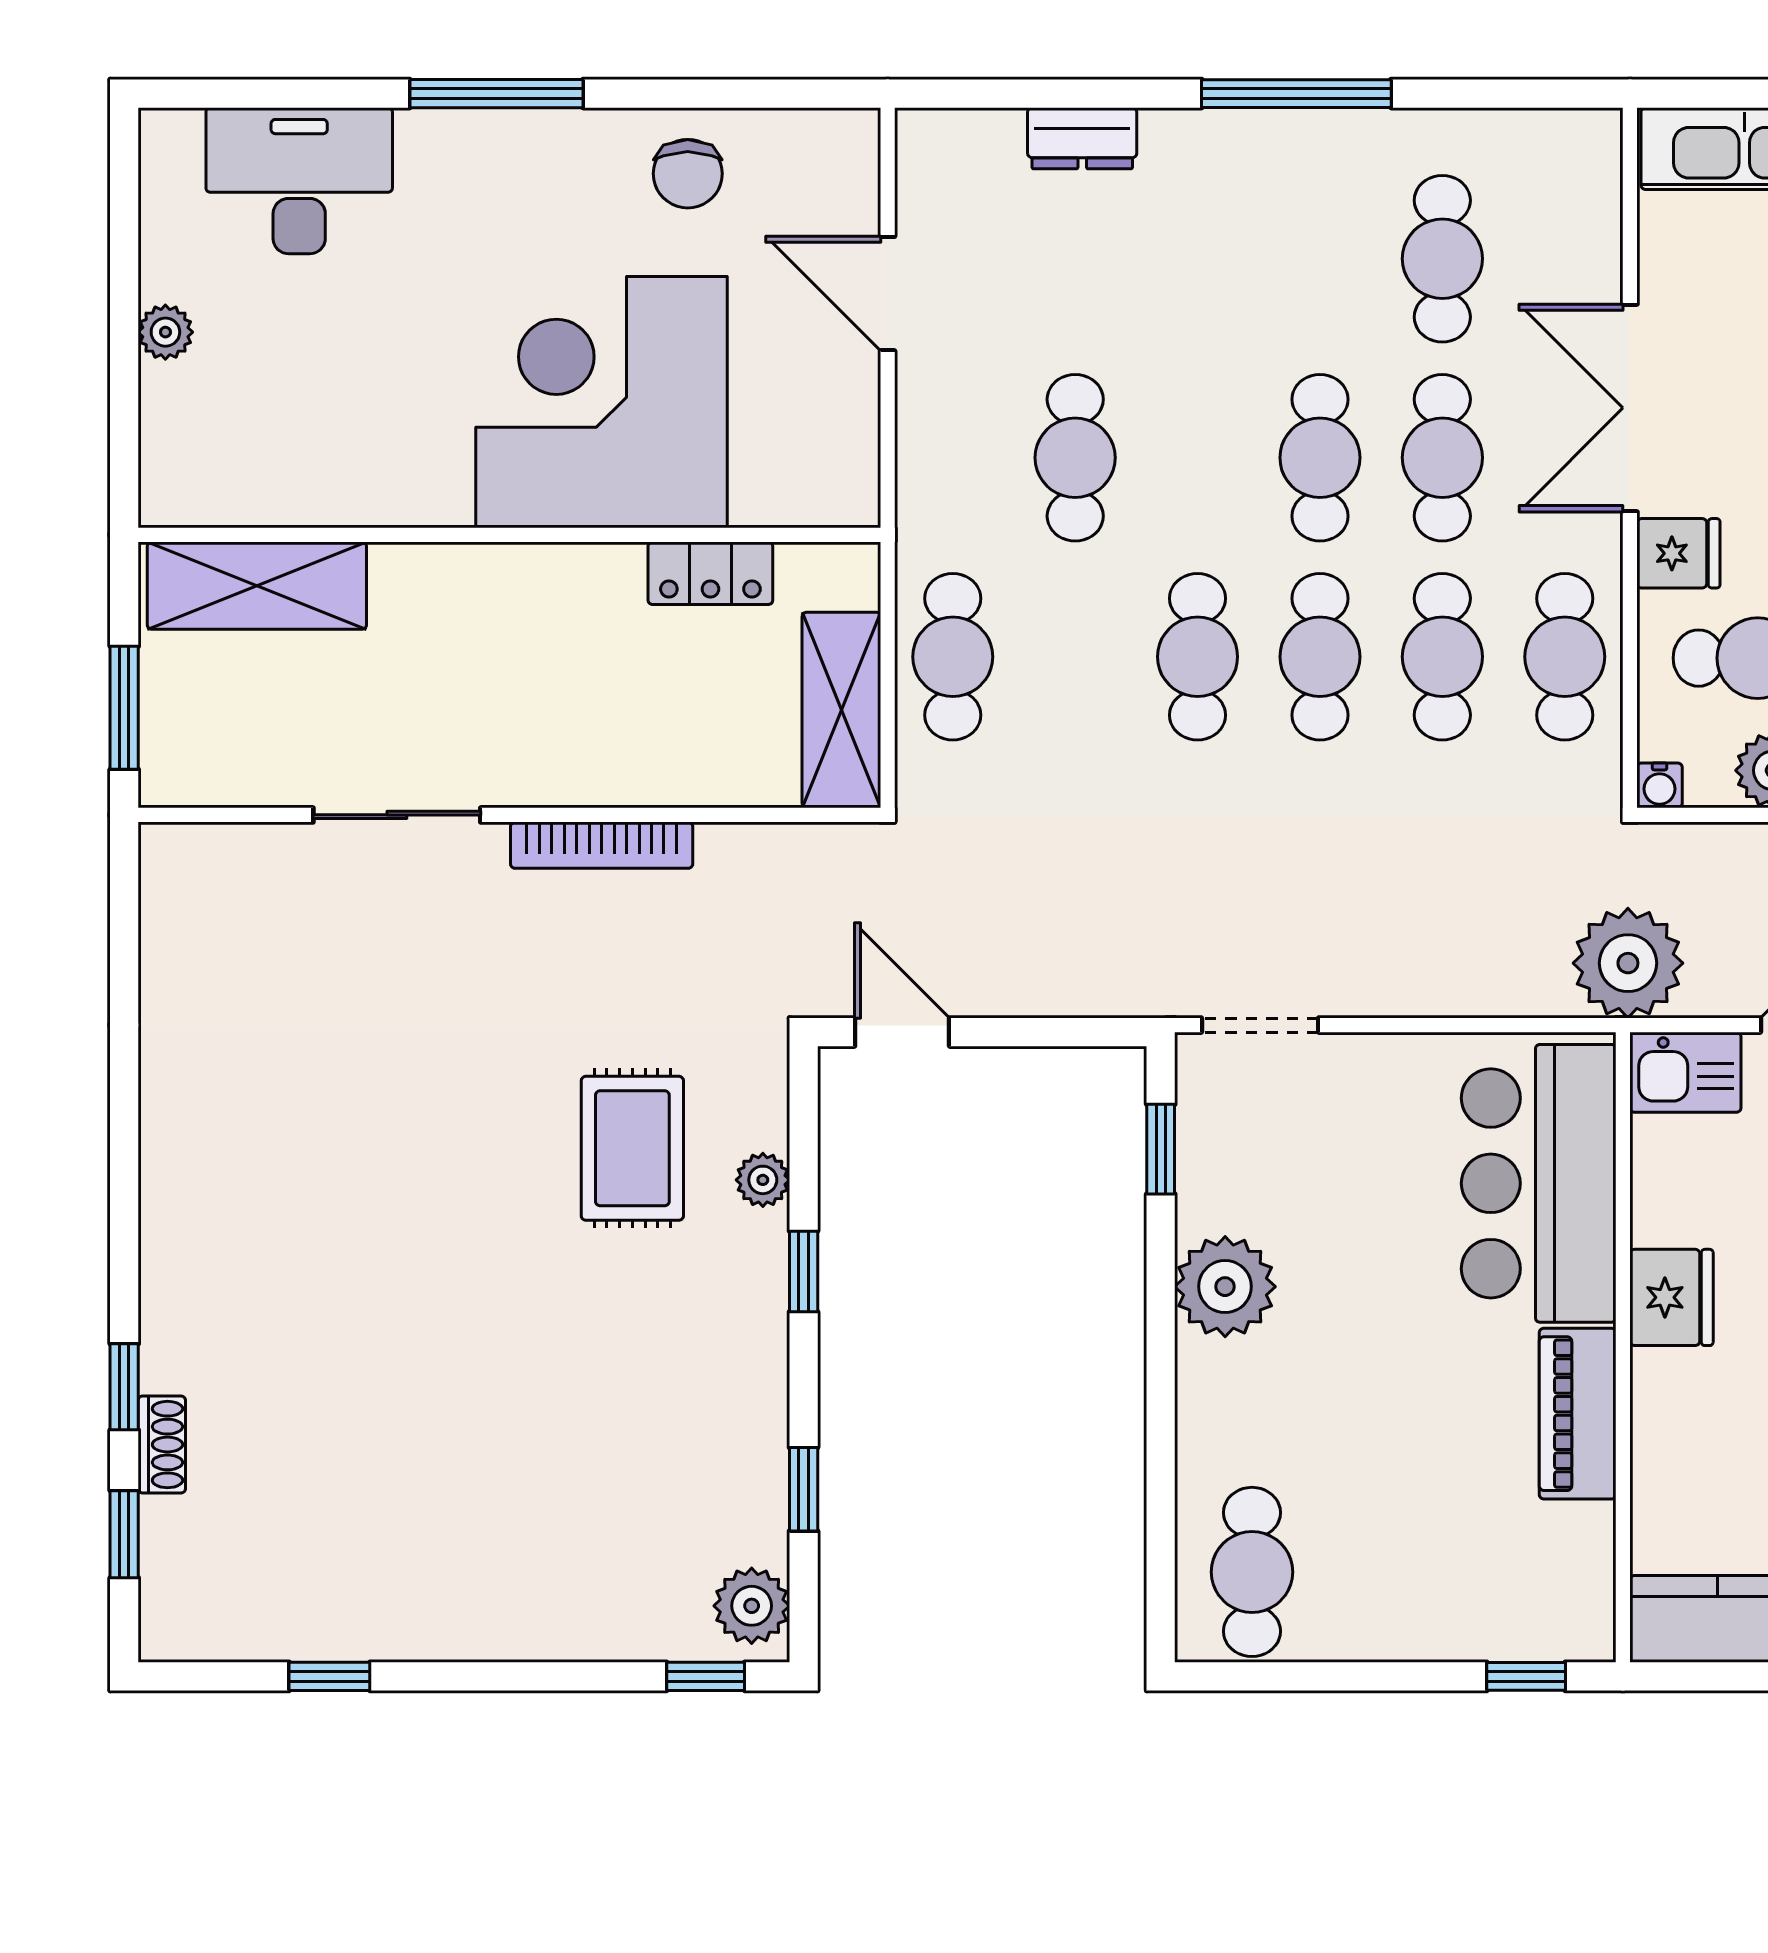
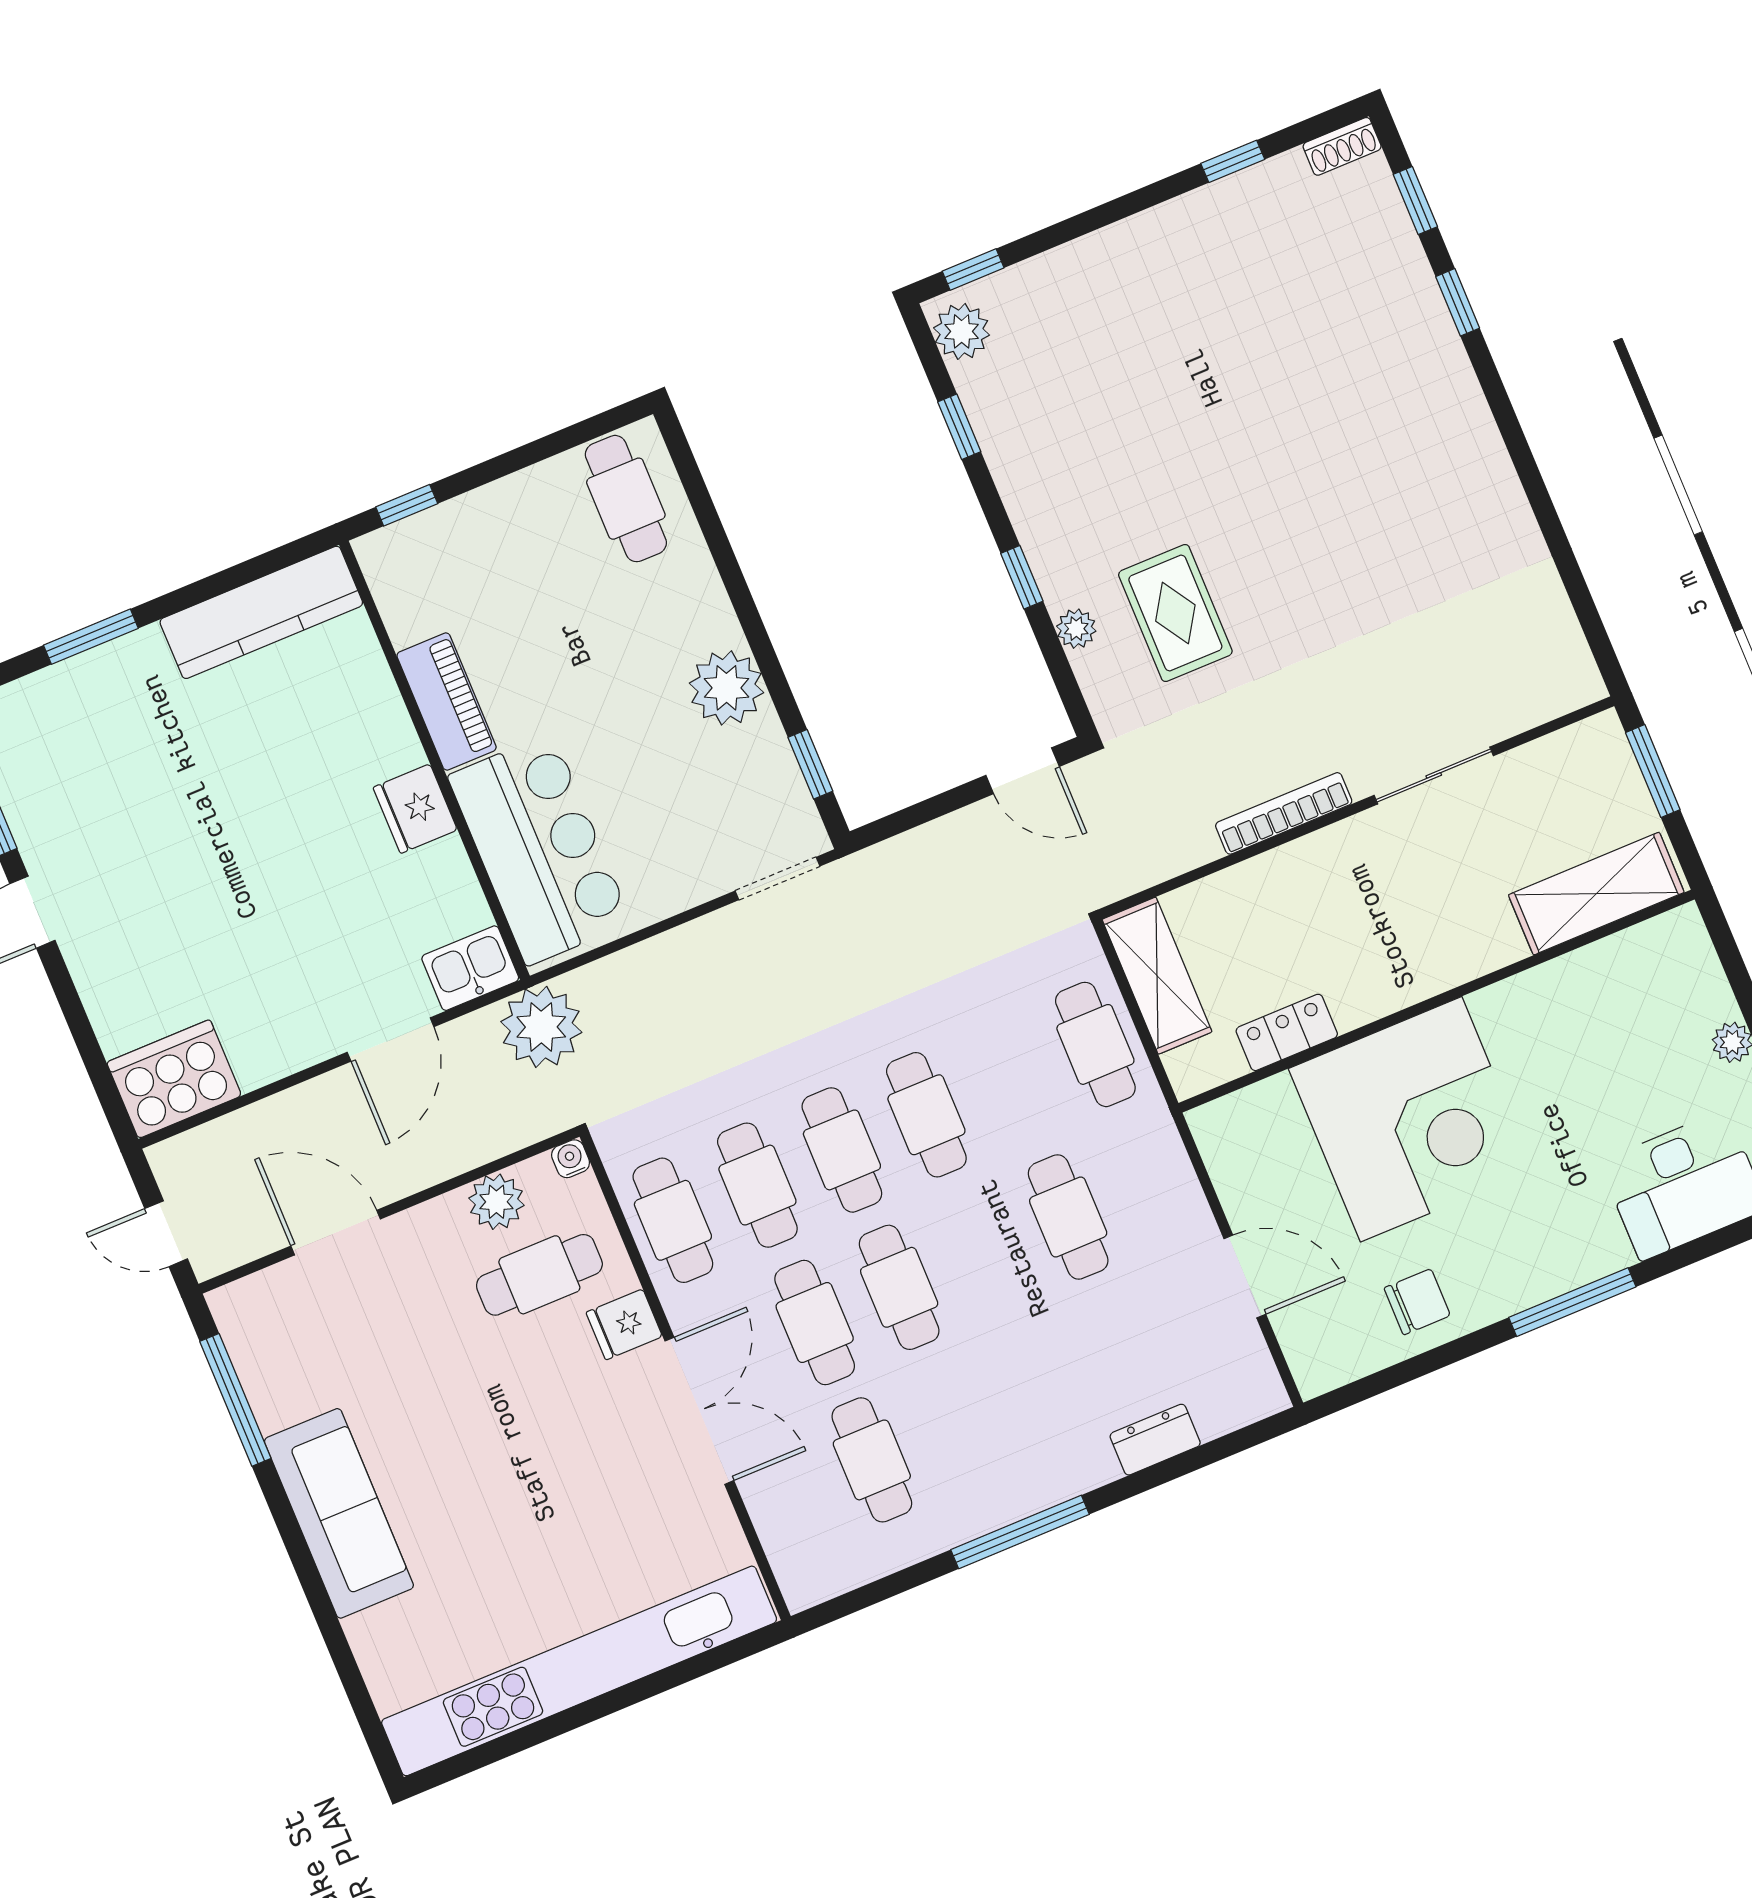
chair: (688, 174) -> (1417, 1302), turned 90
shoe rack: (162, 1445) -> (1342, 146), moved, turned -90

